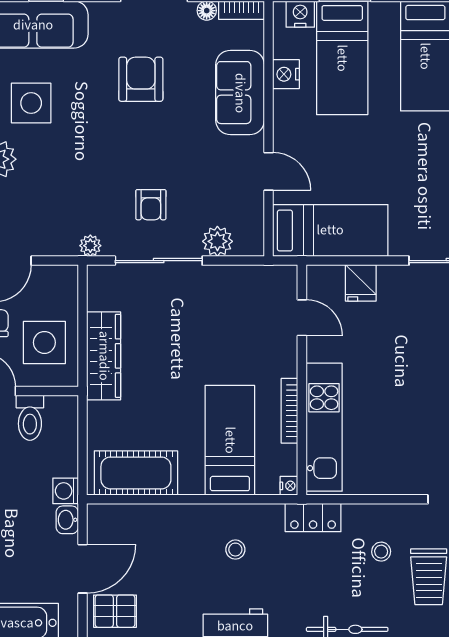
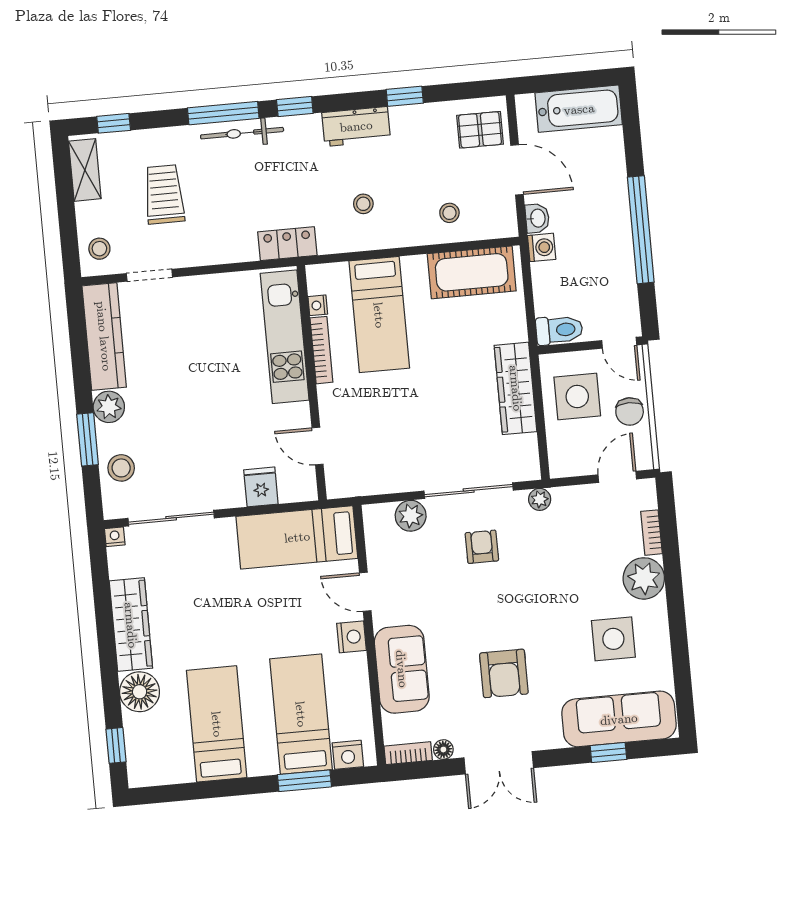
nightstand: (286, 74) -> (352, 637), moved
toilet: (30, 418) -> (559, 330), moved, turned 90
nightstand: (289, 486) -> (318, 305), moved
stool: (381, 552) -> (449, 213), moved
door: (83, 569) -> (517, 170), swing flipped

